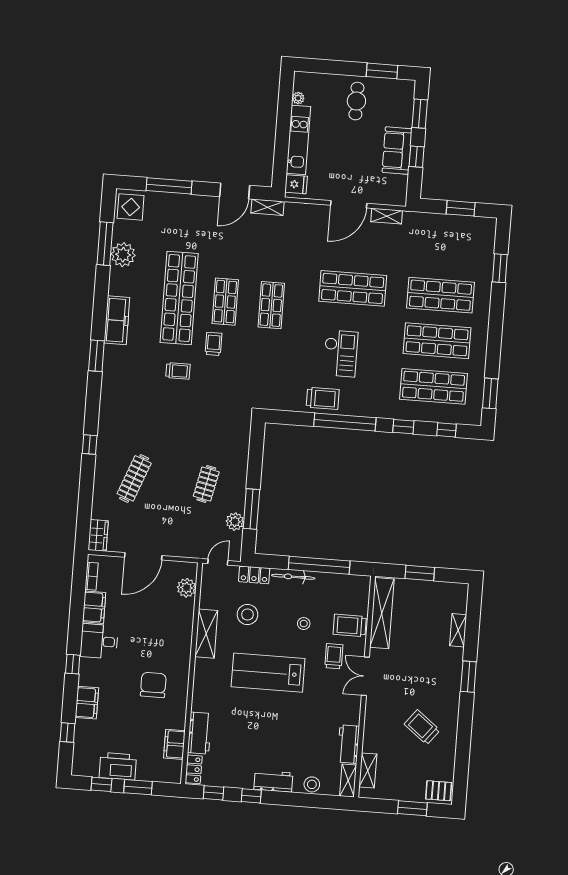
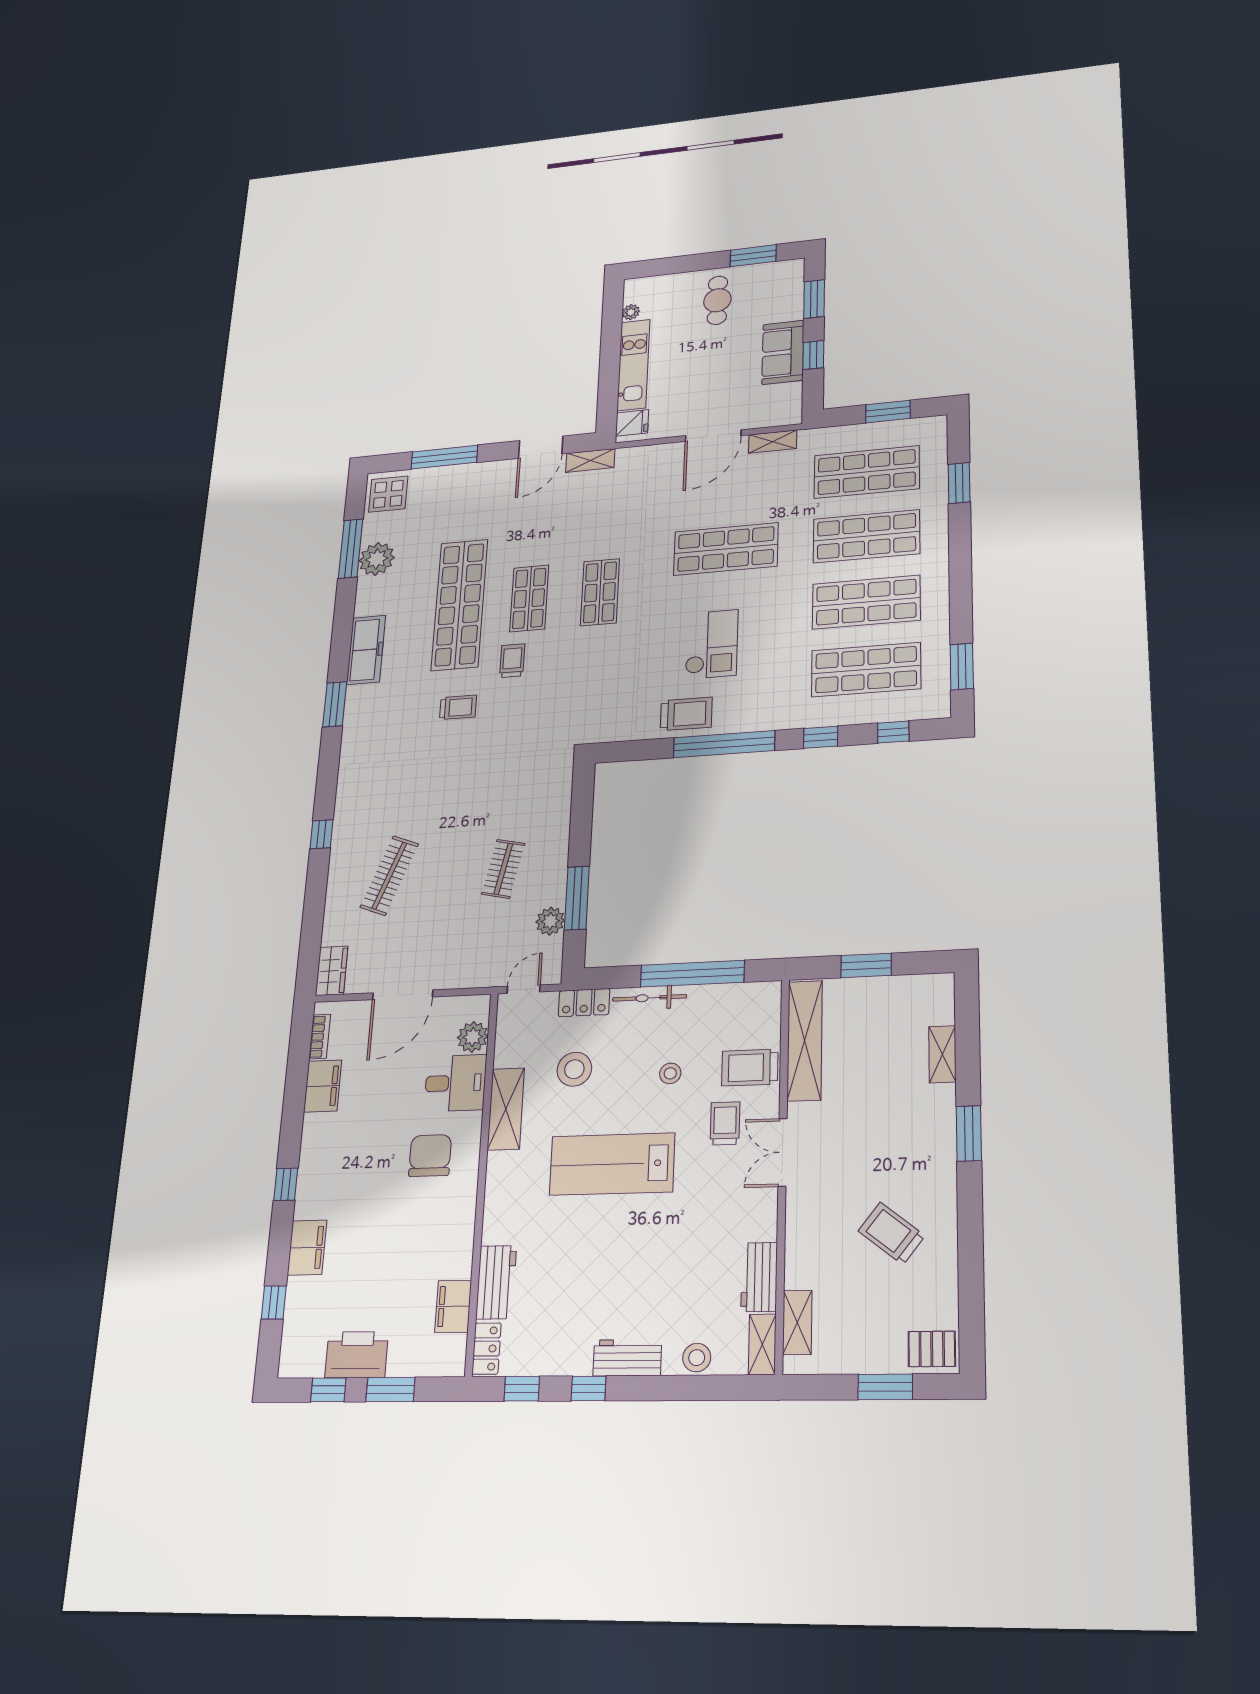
shop shelf: (444, 250) -> (867, 472), added
desk: (99, 641) -> (455, 1083), moved, turned 180
chair: (153, 685) -> (430, 1156), moved

